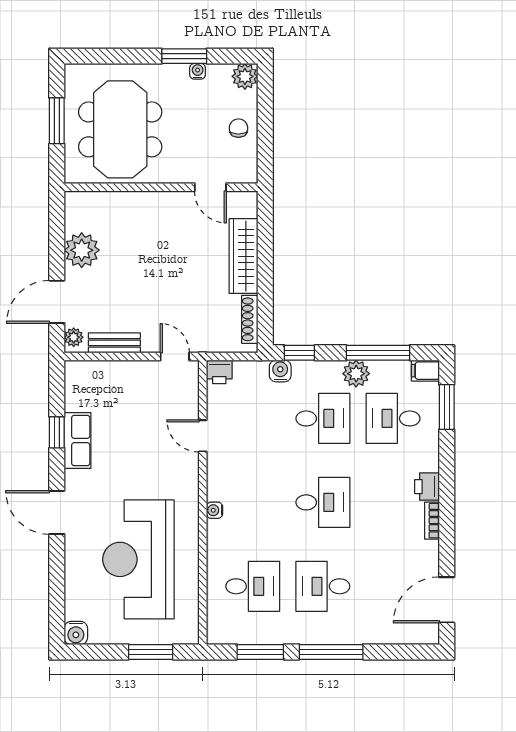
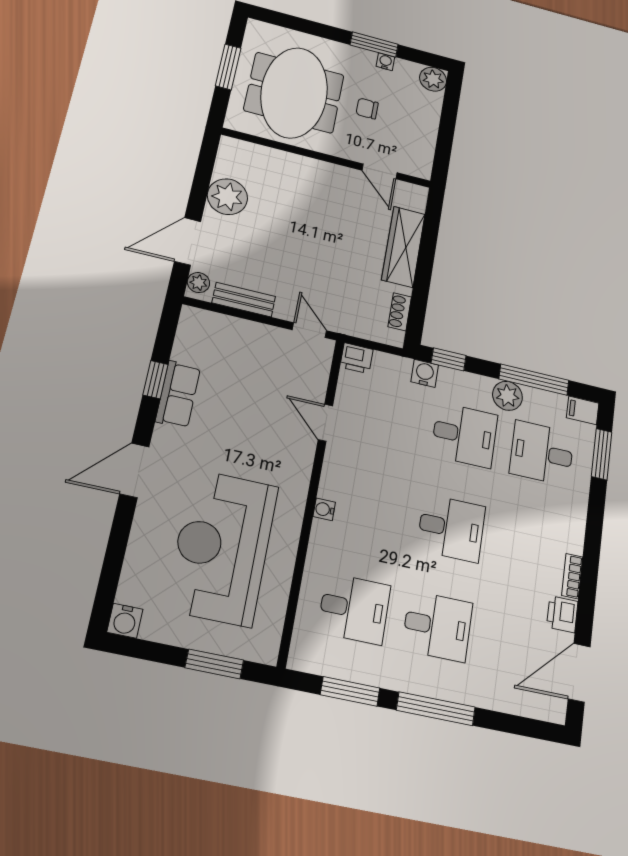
chair: (238, 128) -> (367, 109), moved, turned -90
shoe rack: (250, 319) -> (400, 312), width x0.70
printer: (427, 487) -> (562, 614), moved
door: (57, 512) -> (134, 470), hinge flipped
desk: (323, 586) -> (437, 626), turned 180

